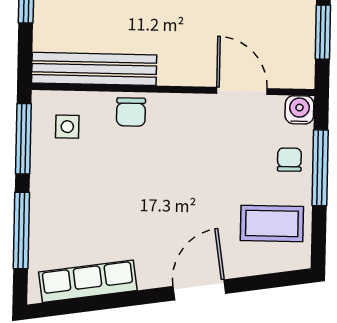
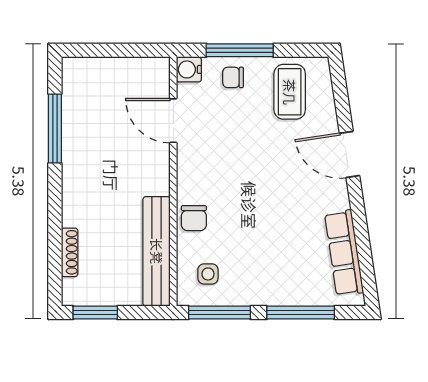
window: (323, 32) -> (120, 50), removed
door: (242, 91) -> (173, 121), hinge flipped
chair: (131, 112) -> (194, 218), turned 90

